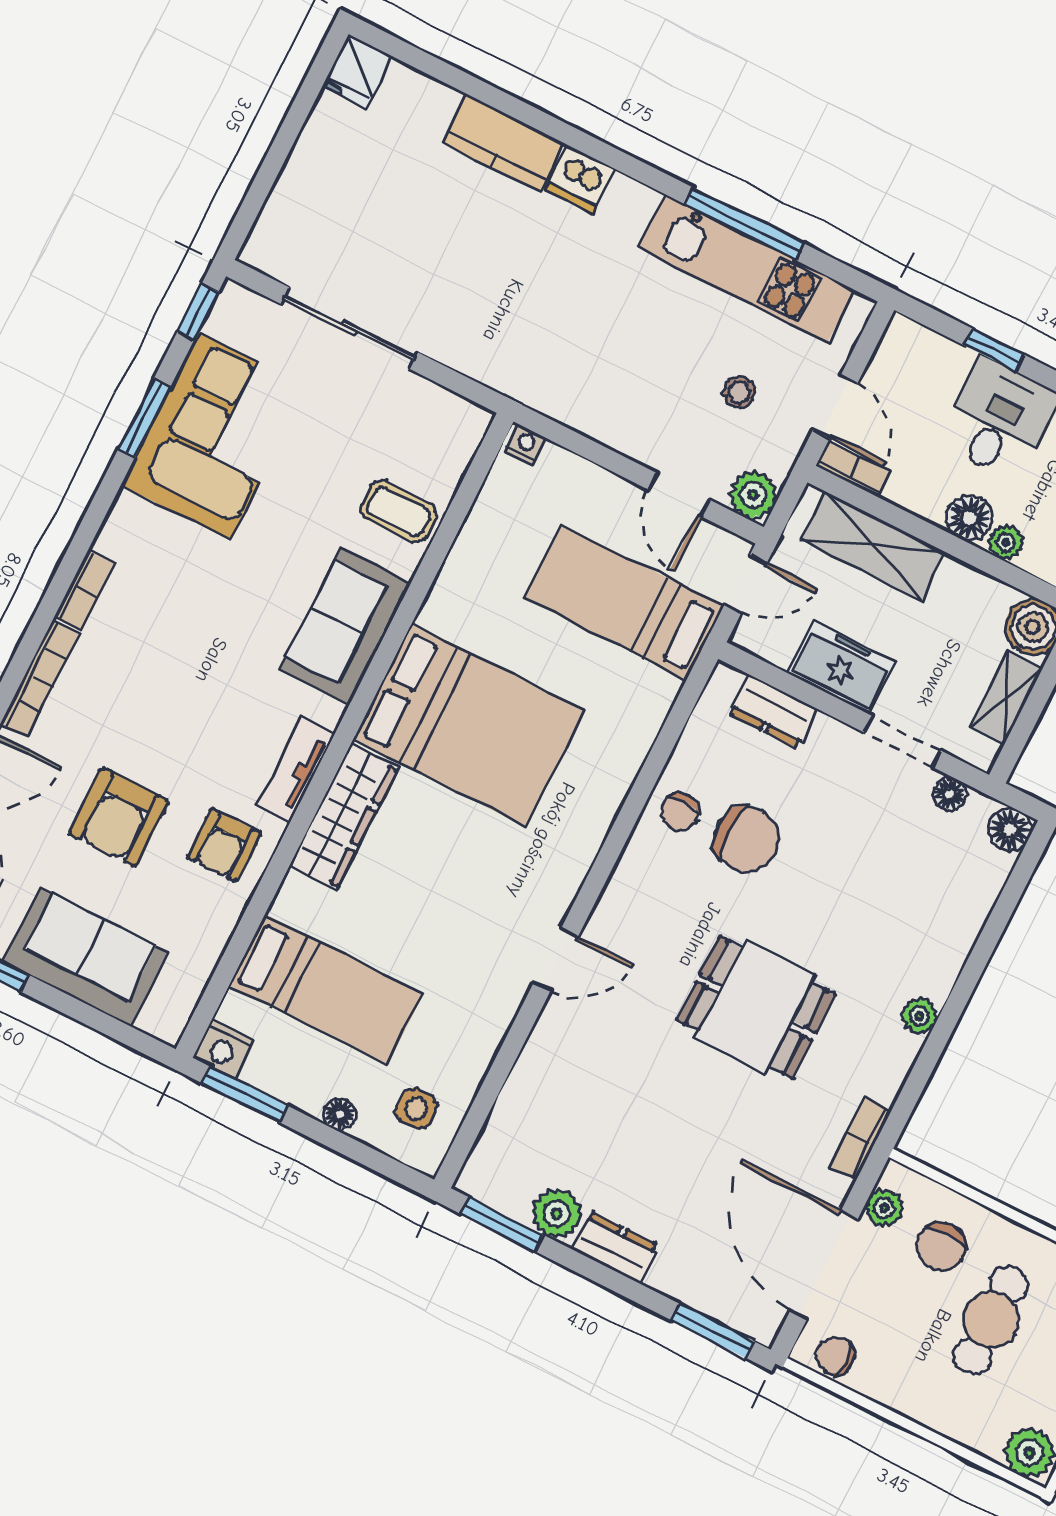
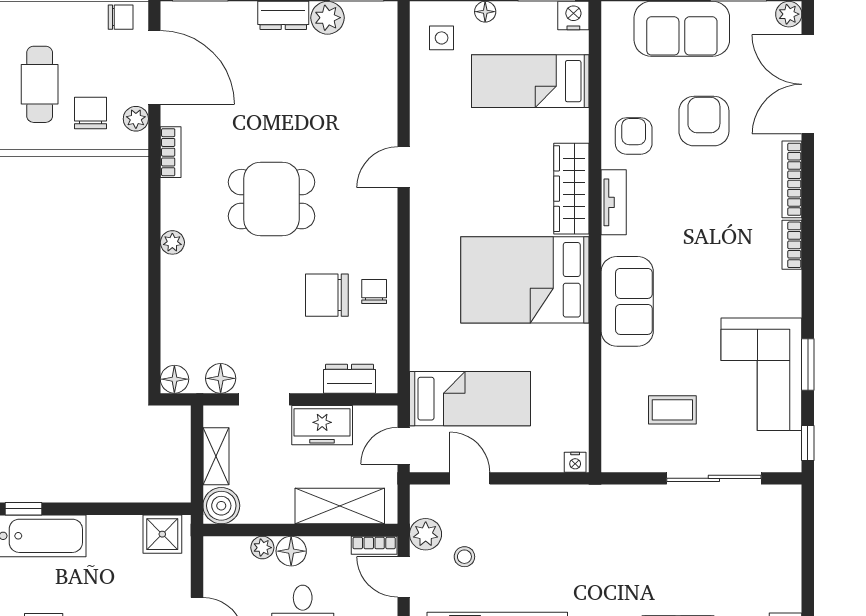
plant: (753, 495) -> (426, 534), moved
coffee table: (398, 512) -> (672, 410), moved
floor lamp: (950, 794) -> (221, 378), width x1.37, depth x1.37

